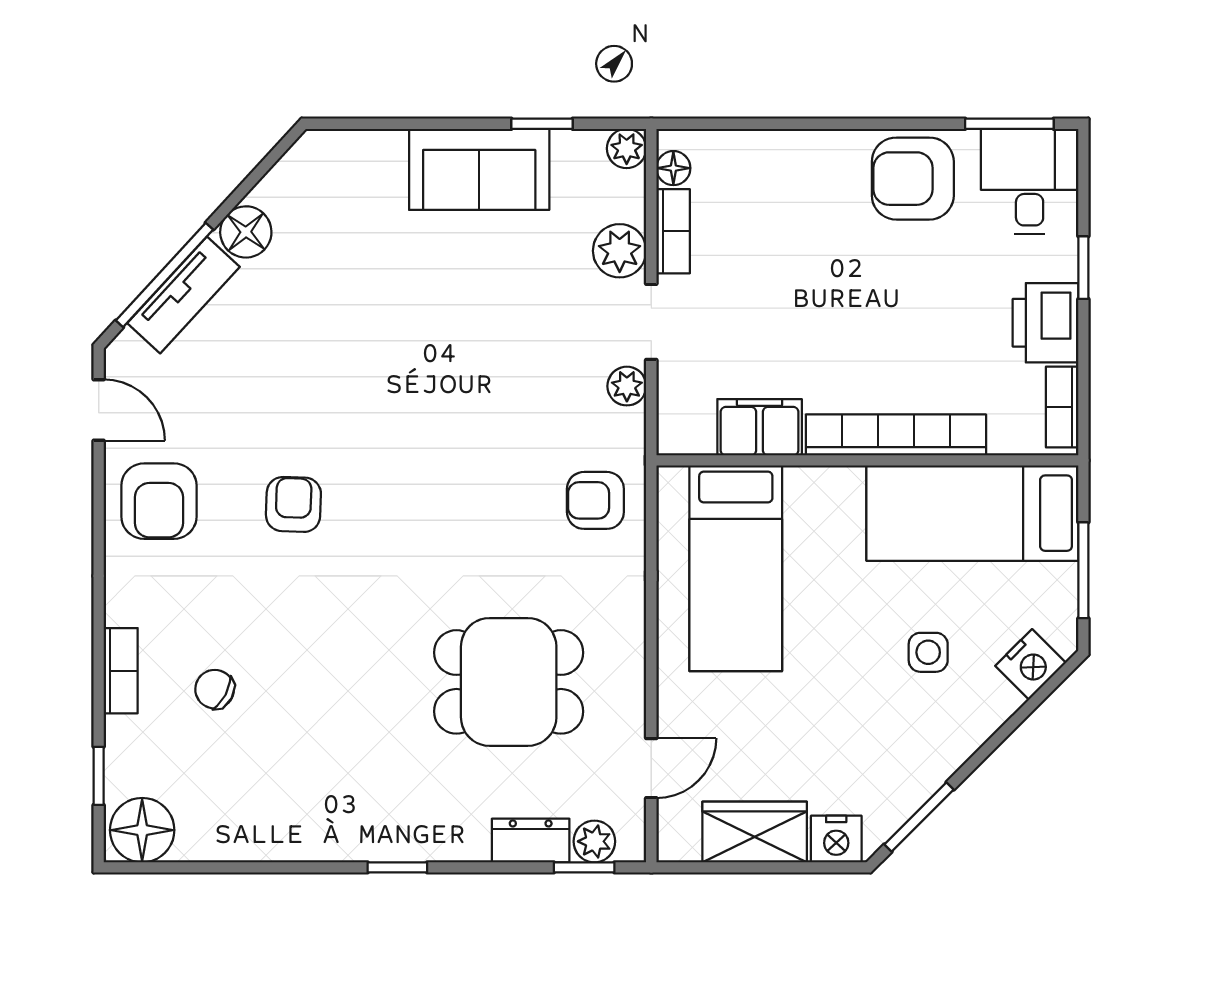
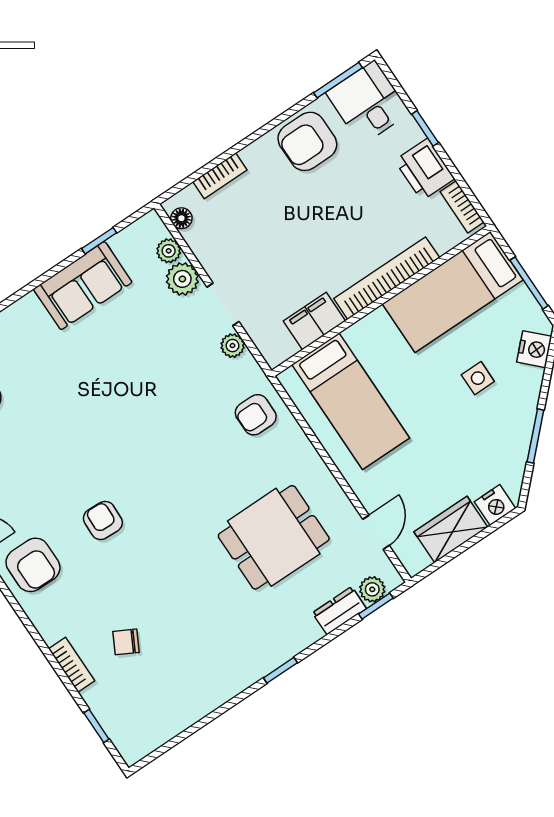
plant: (627, 148) -> (169, 251), moved
bookcase: (673, 231) -> (220, 176), moved, turned 90
window: (919, 817) -> (535, 436), moved
floor lamp: (142, 830) -> (137, 739), removed

